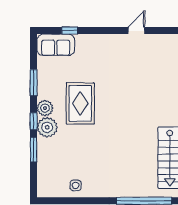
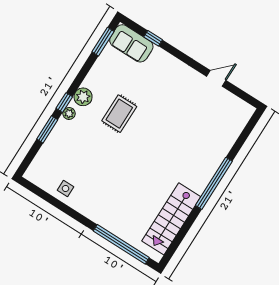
window: (34, 83) -> (103, 42), moved
rug: (80, 103) -> (119, 114), width x0.73, depth x0.70
plant: (47, 127) -> (69, 113), width x0.53, depth x0.53

